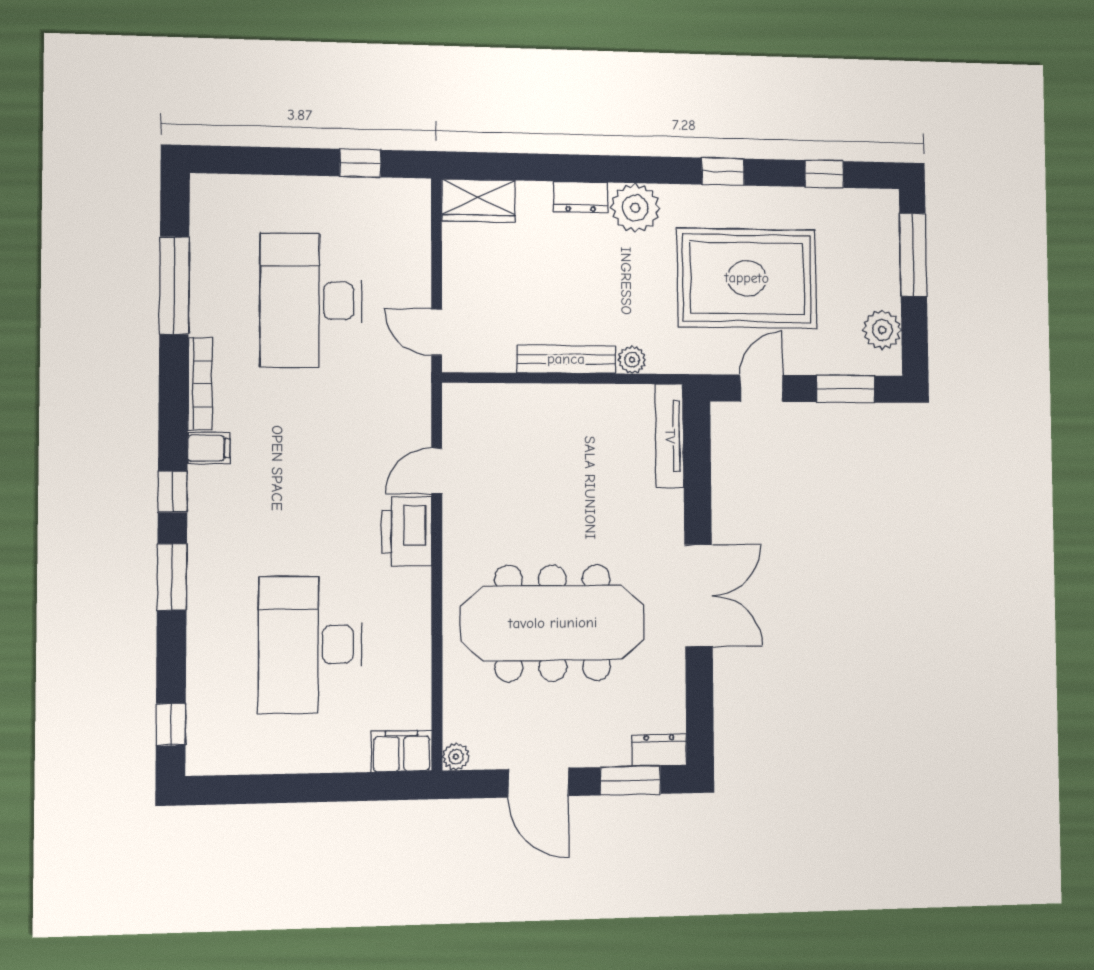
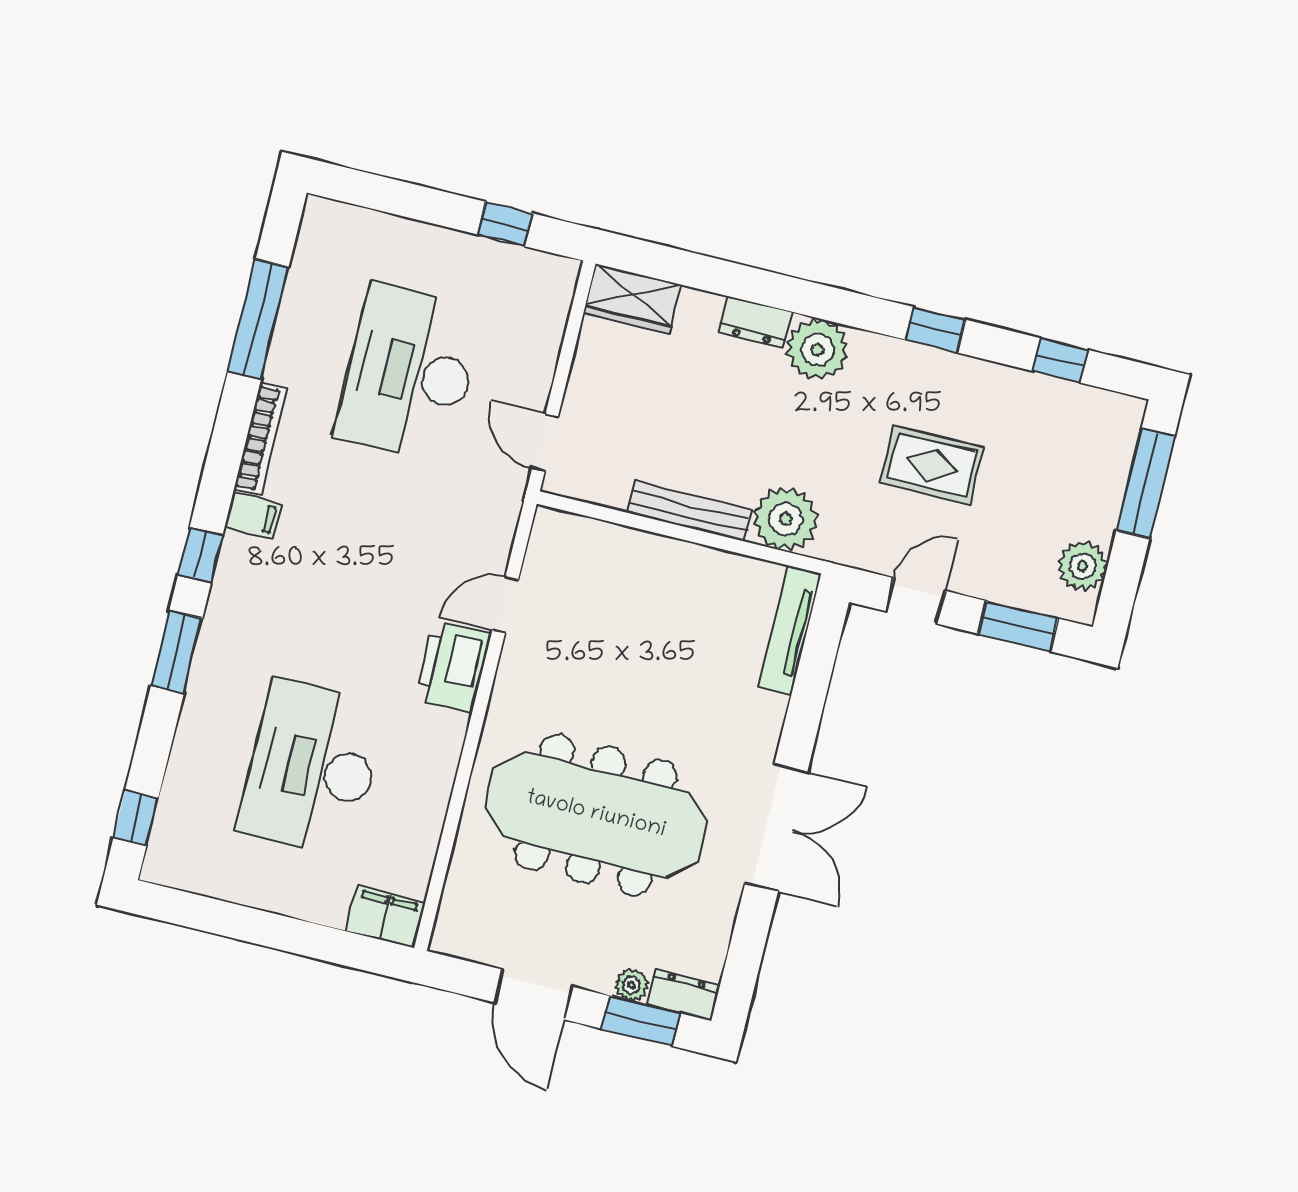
rug: (747, 278) -> (932, 465), width x0.54, depth x0.49
plant: (632, 360) -> (786, 519), width x1.88, depth x1.88
plant: (456, 757) -> (631, 985), moved

